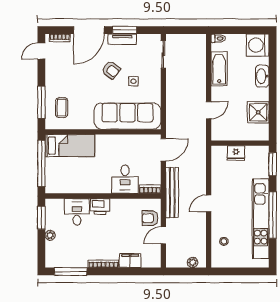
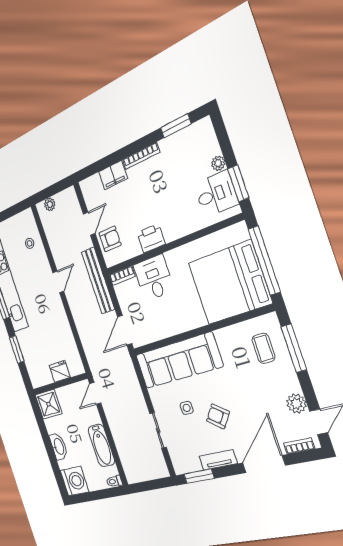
window: (125, 30) -> (199, 476), moved
sliding door: (163, 54) -> (158, 430), moved
plant: (52, 66) -> (296, 404), added
wall: (240, 143) -> (60, 384), moved
bed: (70, 146) -> (230, 283), width x2.04
fridge: (236, 153) -> (60, 371), moved
printer: (100, 207) -> (151, 238), moved
desk: (77, 212) -> (216, 194), moved, turned -90
window: (71, 271) -> (176, 126), width x0.69

